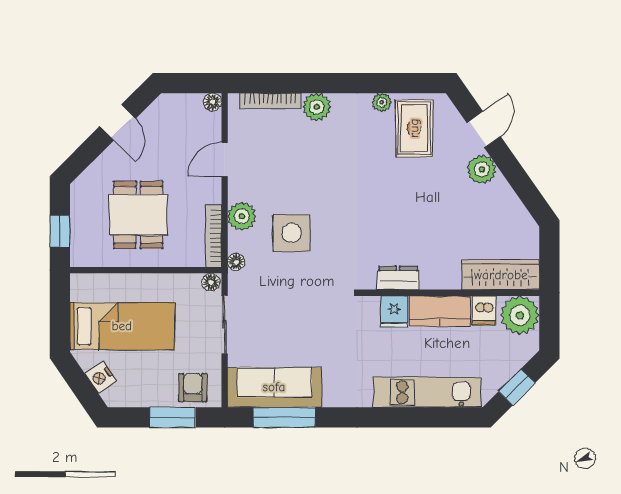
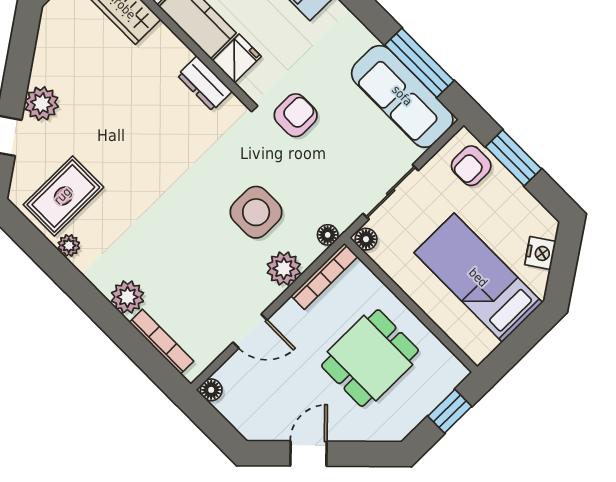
armchair: (326, 313) -> (296, 115), added

